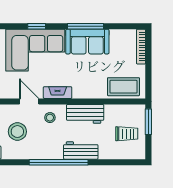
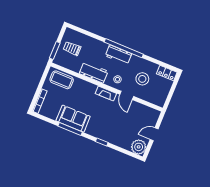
corner sofa: (35, 50) -> (109, 127), removed
workbench: (81, 151) -> (118, 55), moved

